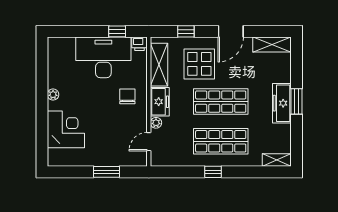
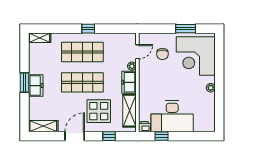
chair: (127, 96) -> (162, 54), moved
freezer: (282, 103) -> (36, 86), width x0.71
corner desk: (66, 129) -> (196, 56), width x1.36, depth x1.36
window: (107, 172) -> (186, 29), moved

